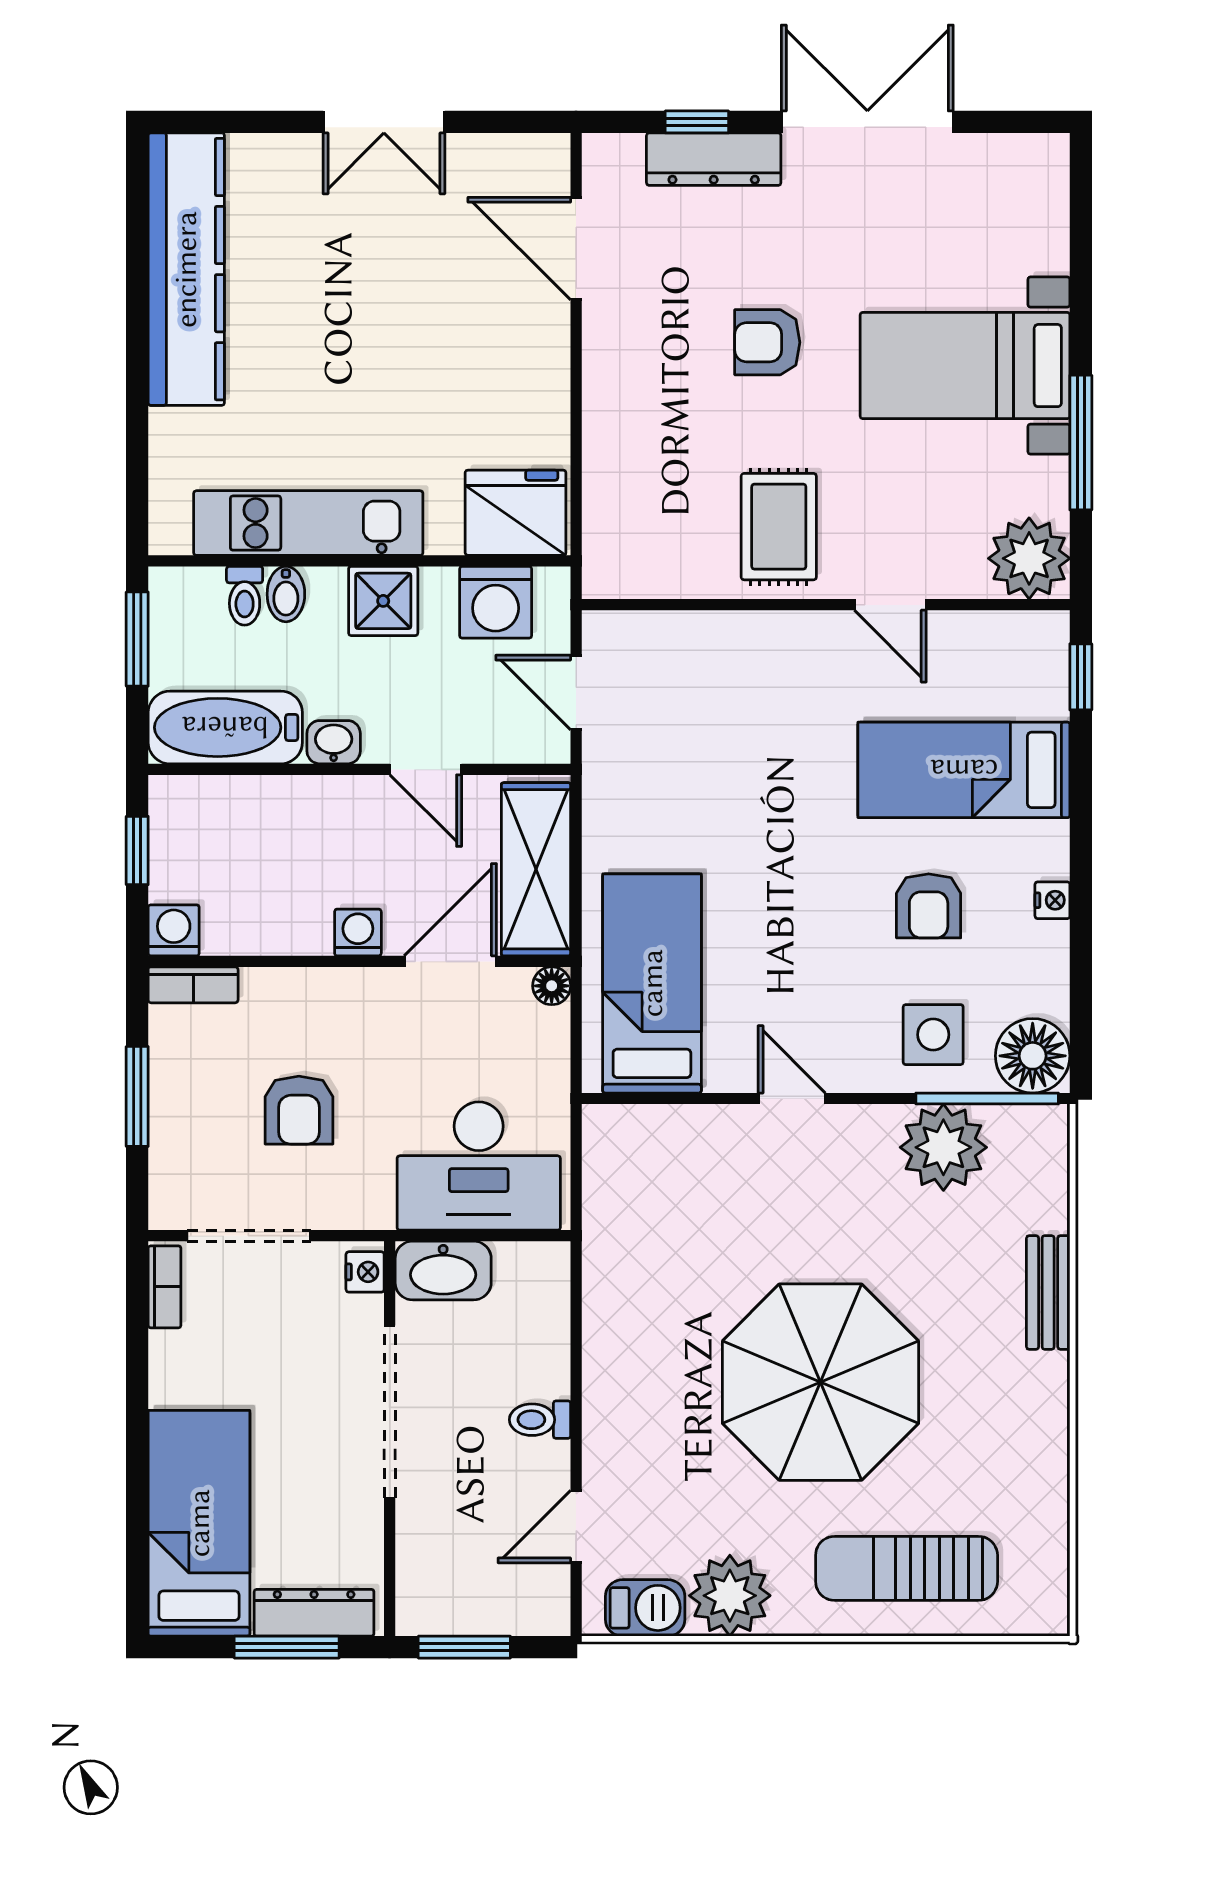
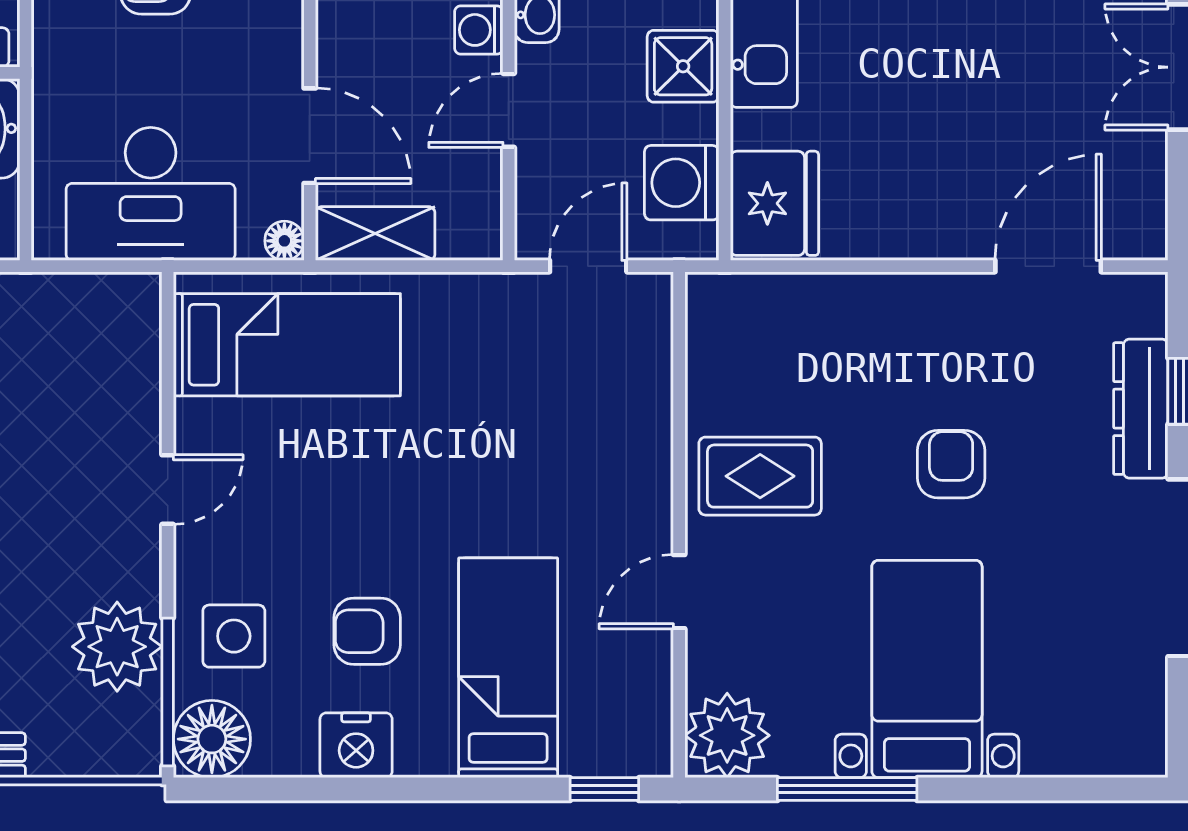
shelving: (536, 869) -> (375, 234), width x0.67, depth x0.75
nightstand: (1052, 900) -> (356, 745), width x1.89, depth x1.79
washing machine: (358, 932) -> (479, 30), moved, turned 180
desk: (479, 1166) -> (151, 194), moved, turned -90

